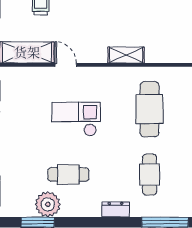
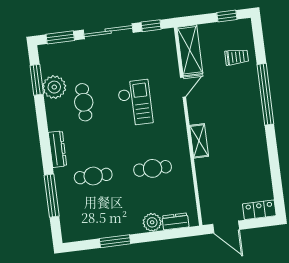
cafe table: (149, 109) -> (153, 168), width x0.73, depth x0.74
dresser: (115, 209) -> (57, 149), width x1.44

